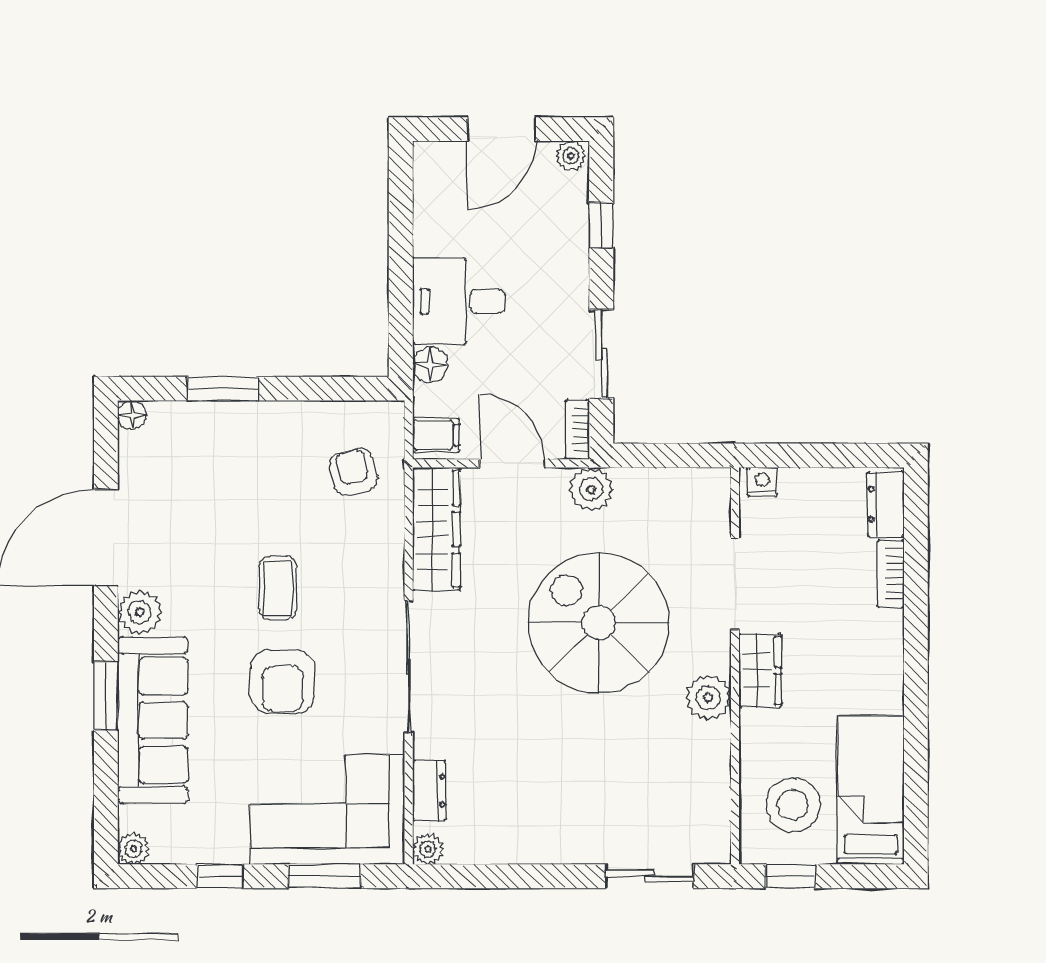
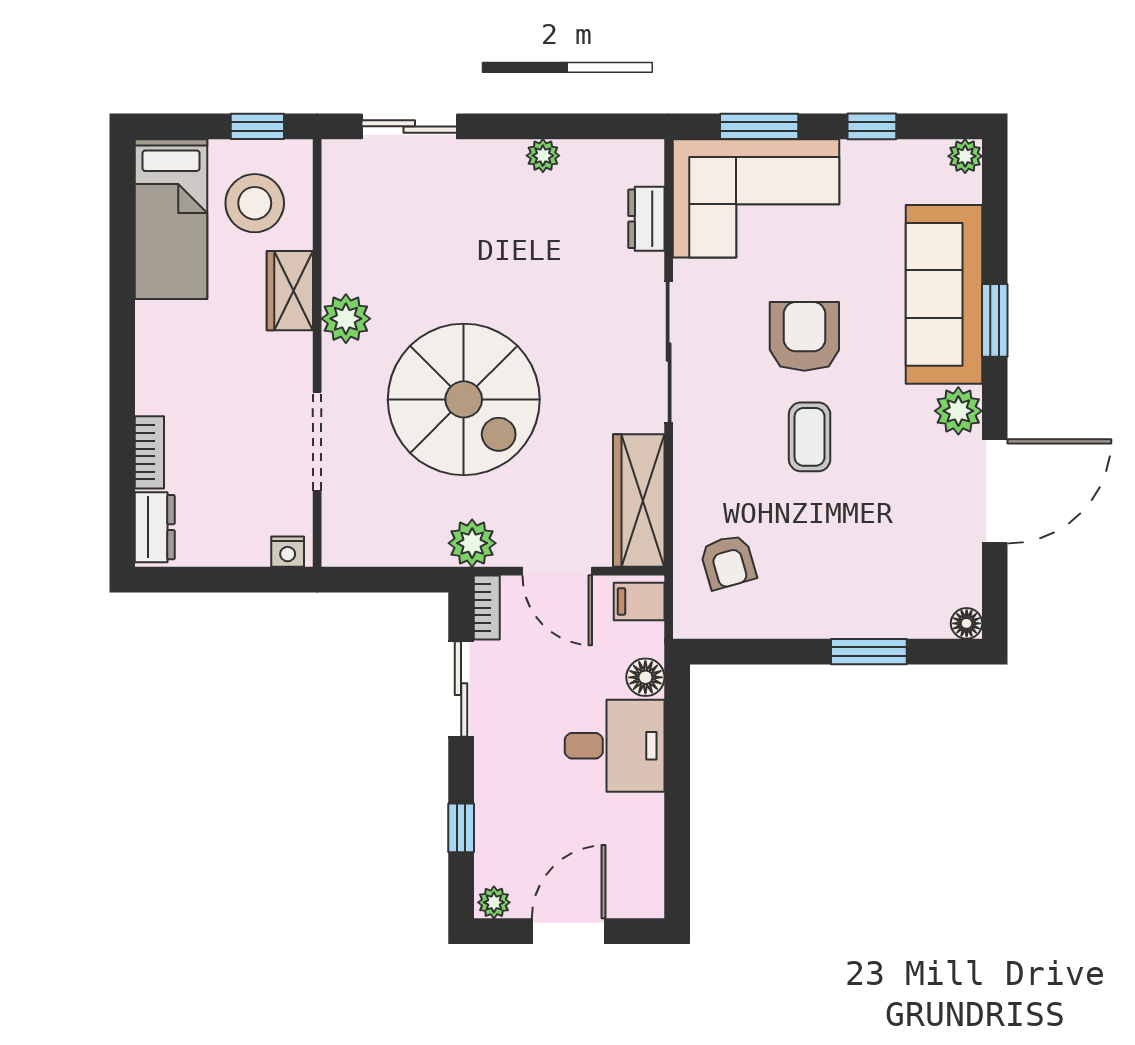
wardrobe: (760, 671) -> (290, 291), moved
plant: (428, 849) -> (543, 156), moved

